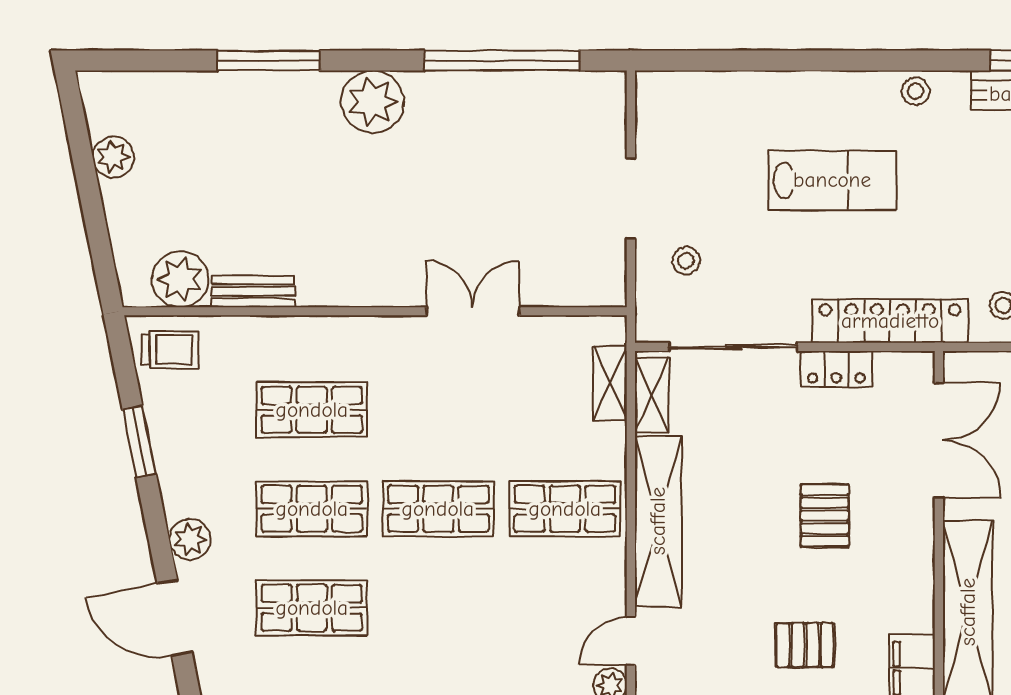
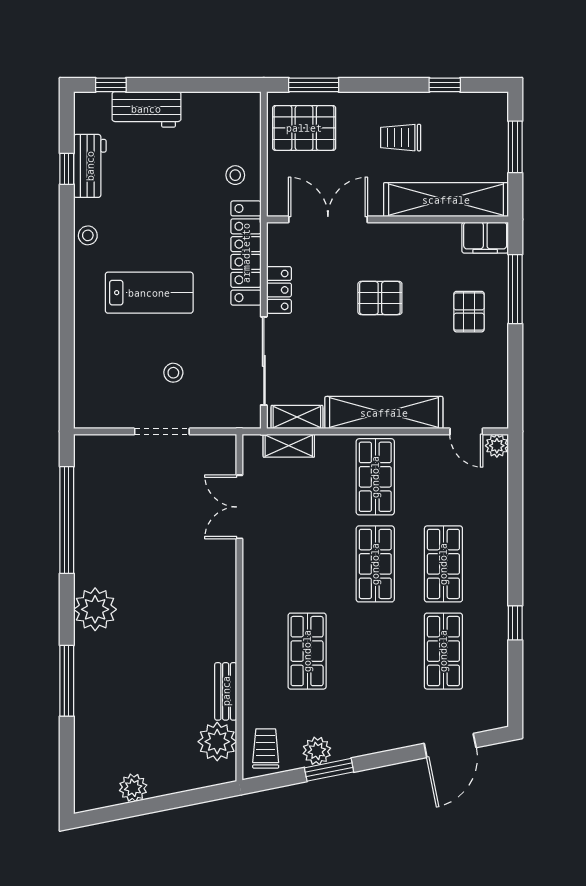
lab bench: (832, 180) -> (149, 293), turned 90
stool: (686, 261) -> (173, 373), moved
double door: (473, 311) -> (239, 507), moved
shop shelf: (312, 509) -> (443, 564), moved
plant: (190, 539) -> (317, 751), moved

